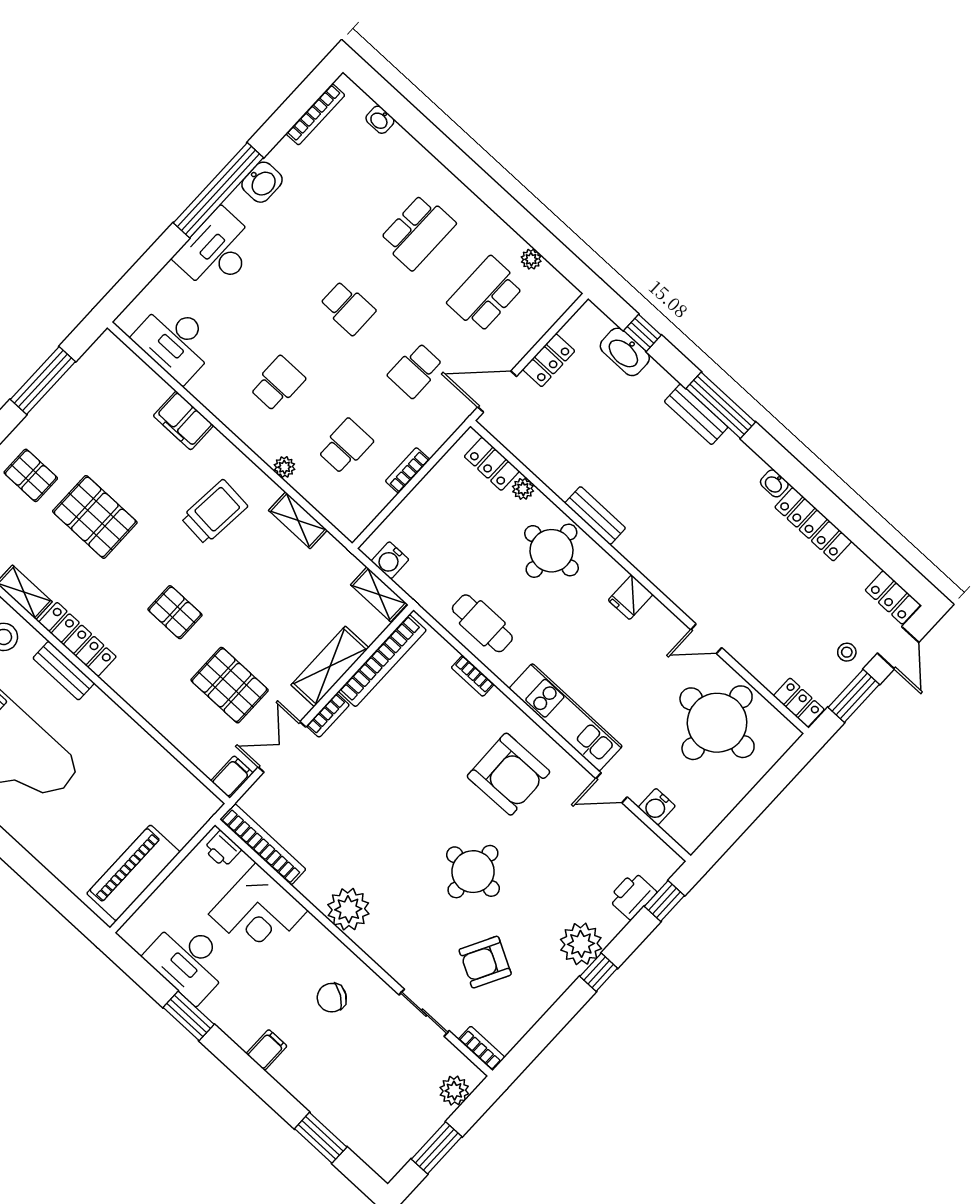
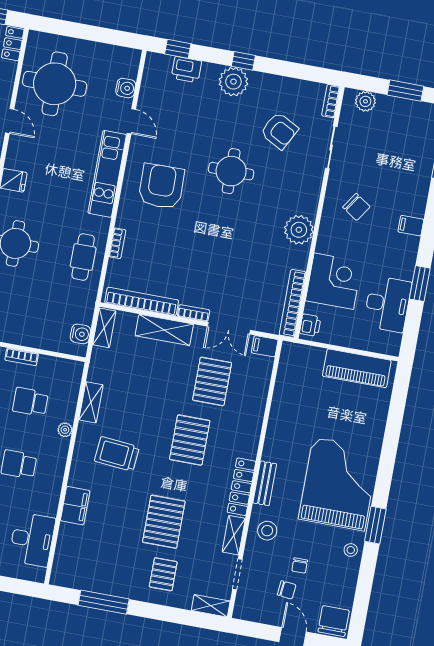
pallet: (175, 612) -> (190, 440), width x1.50, depth x1.42

